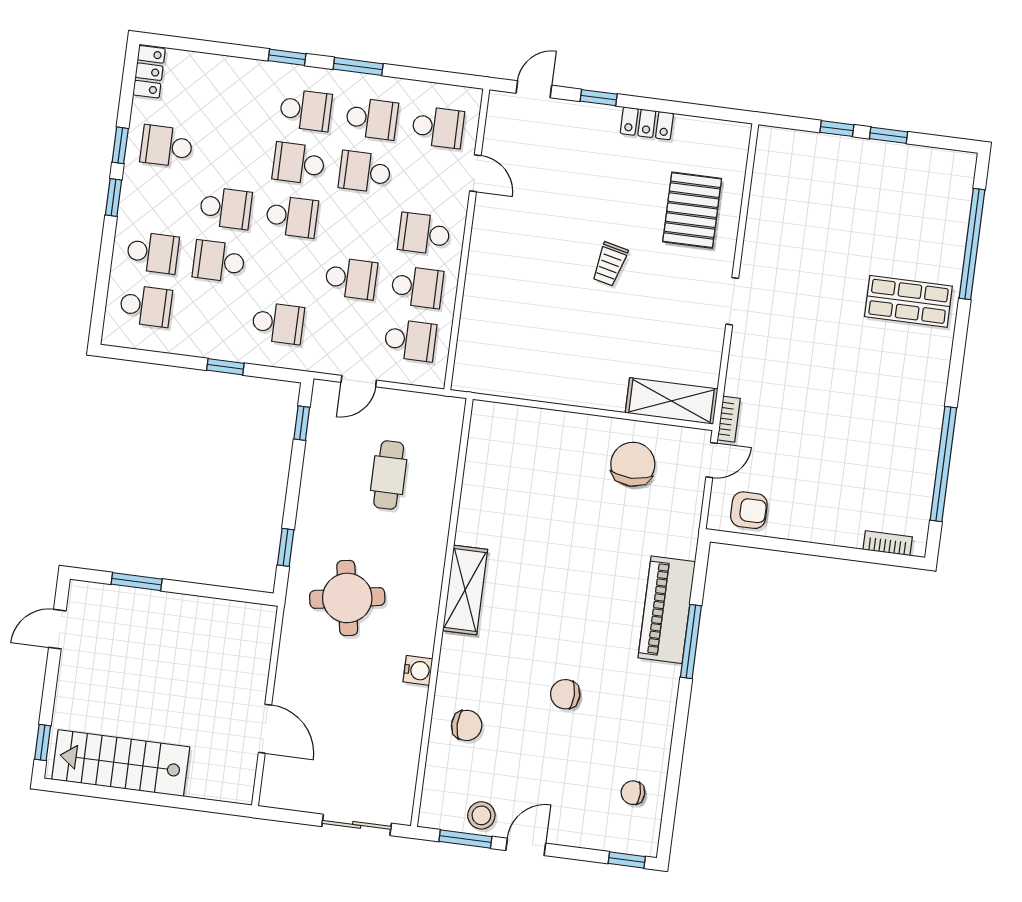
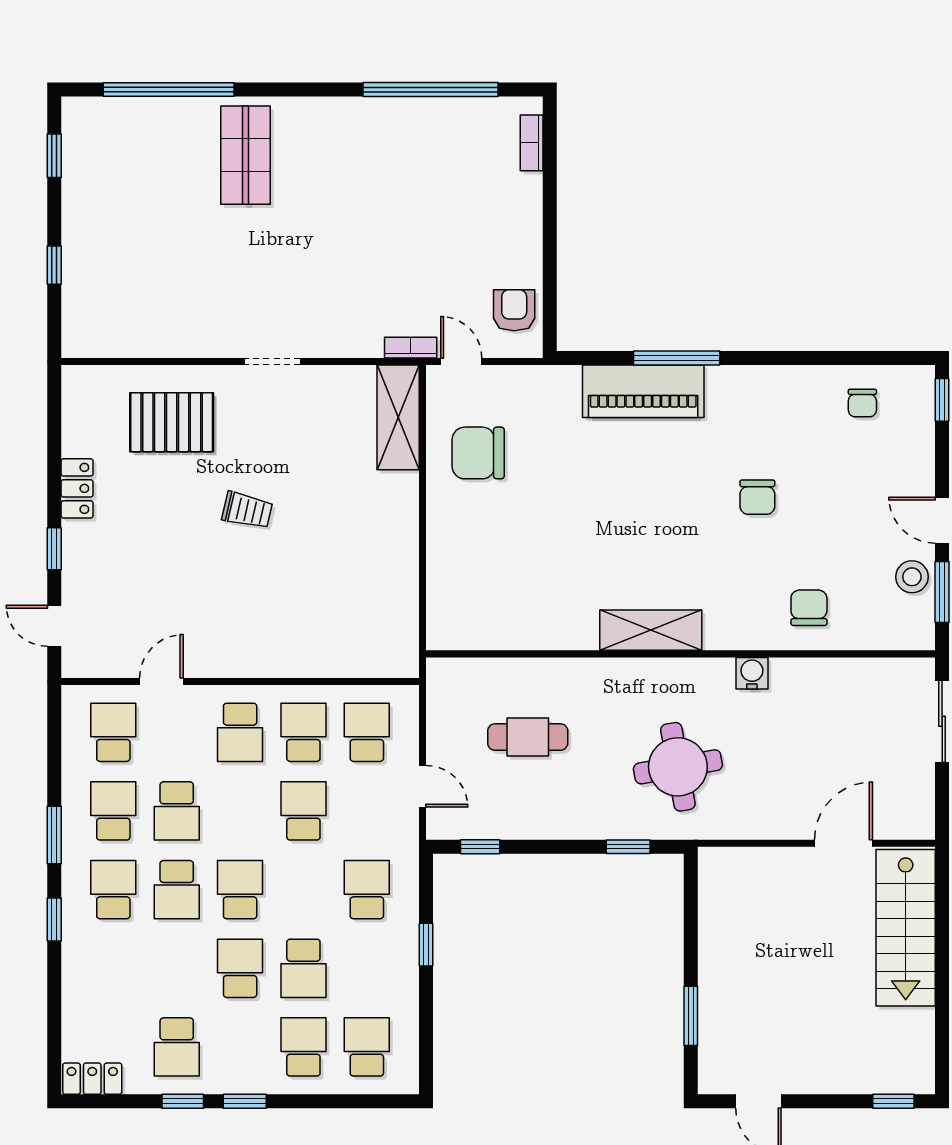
window: (889, 135) -> (54, 156), moved
stairs: (121, 763) -> (906, 928), moved

